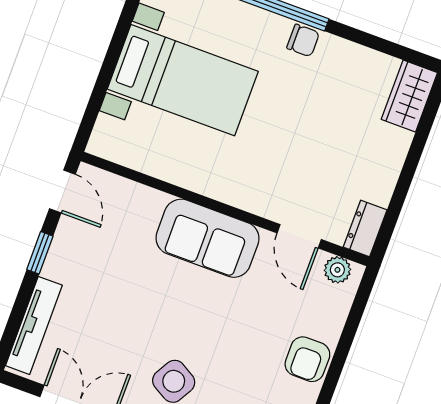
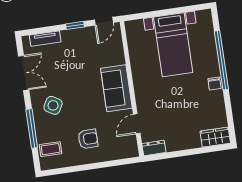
plant: (337, 270) -> (132, 146), removed
tv unit: (34, 325) -> (45, 39), width x0.71
armchair: (307, 359) -> (88, 139), moved, turned 180

